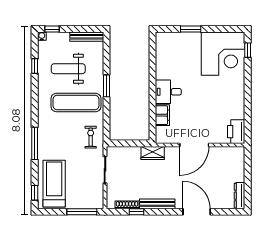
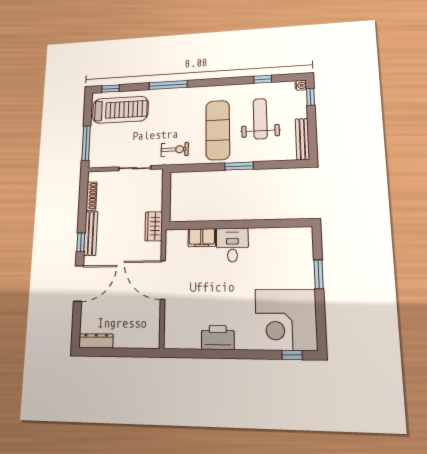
printer: (236, 132) -> (218, 338), moved
window: (137, 212) -> (81, 242), moved

